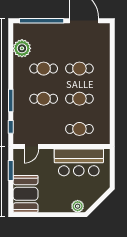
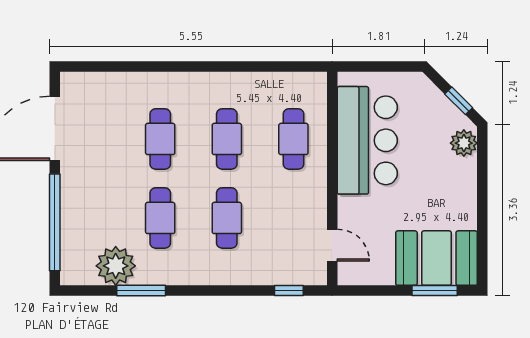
window: (11, 100) -> (141, 290), moved
window: (11, 171) -> (435, 290), moved
window: (97, 204) -> (459, 101), added

